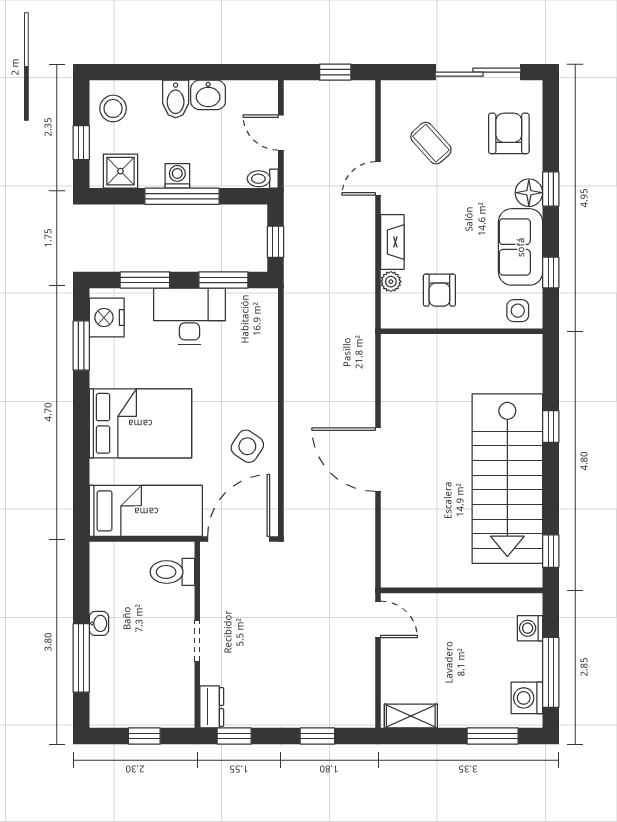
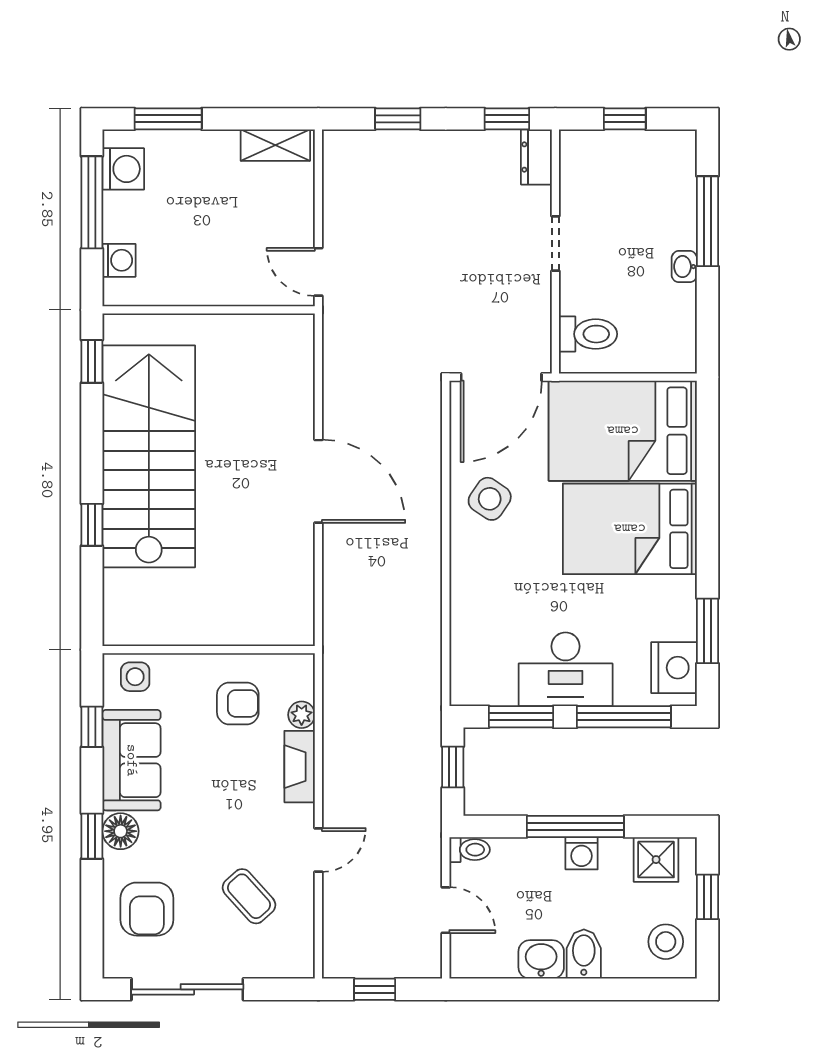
window: (145, 280) -> (624, 717), width x1.44
armchair: (439, 290) -> (238, 703), turned 90
bed: (146, 511) -> (623, 431), width x1.50

